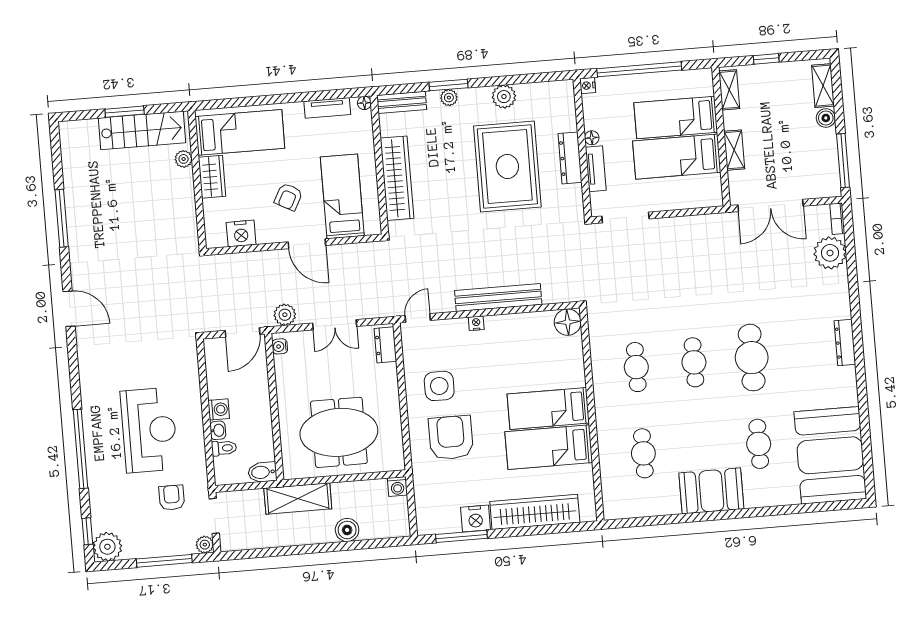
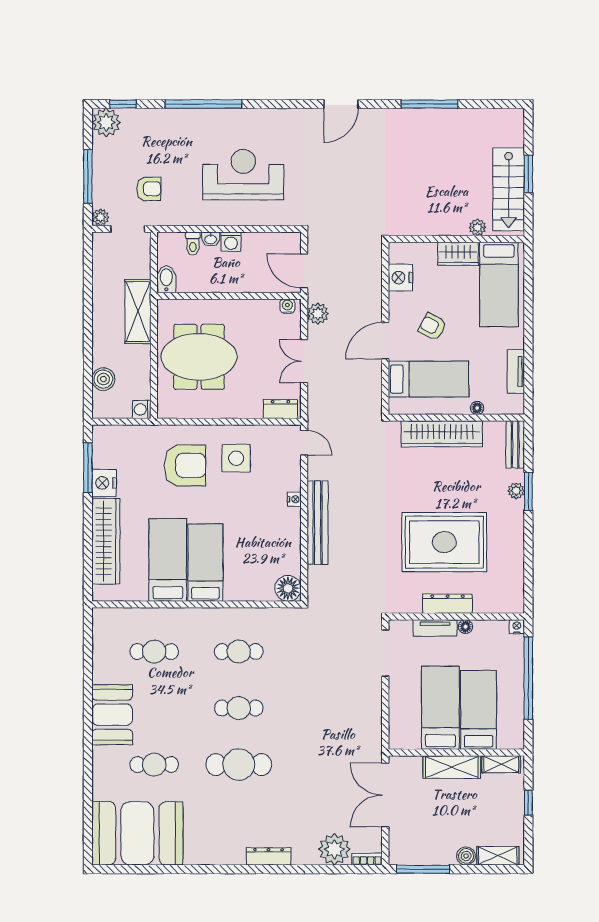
plant: (504, 97) -> (513, 544), removed
floor lamp: (364, 103) -> (477, 408), moved
shelving: (734, 150) -> (452, 767), width x1.50, depth x1.33
dresser: (845, 343) -> (269, 856), moved
reception desk: (149, 430) -> (243, 174), moved, turned 180
meeting table: (339, 432) -> (199, 357), turned 90
boiler: (347, 530) -> (103, 379), moved

